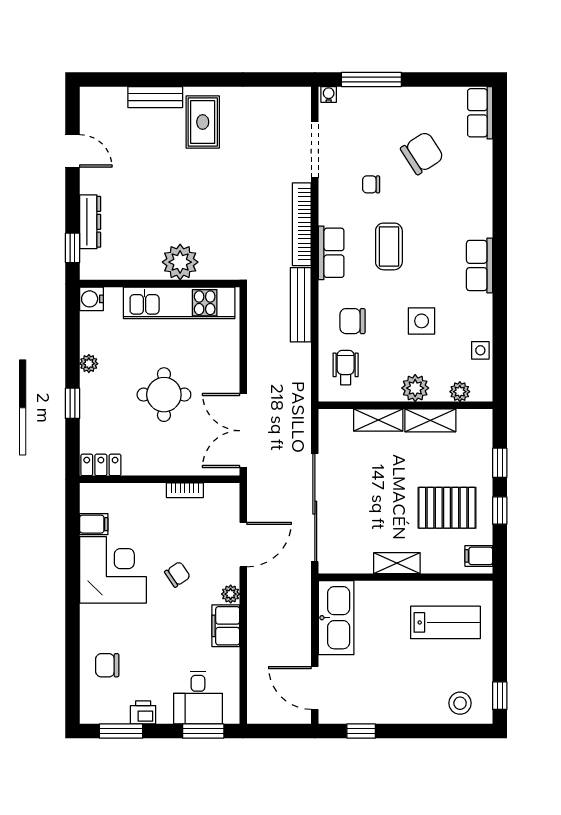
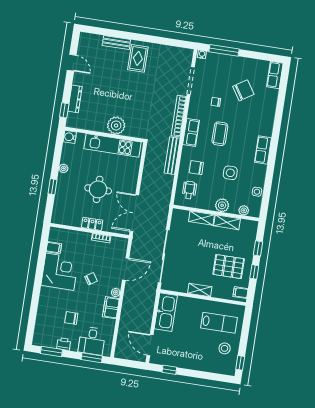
locker: (101, 465) -> (92, 224), moved
chair: (107, 665) -> (71, 318), moved
stool: (460, 703) -> (225, 348), moved

